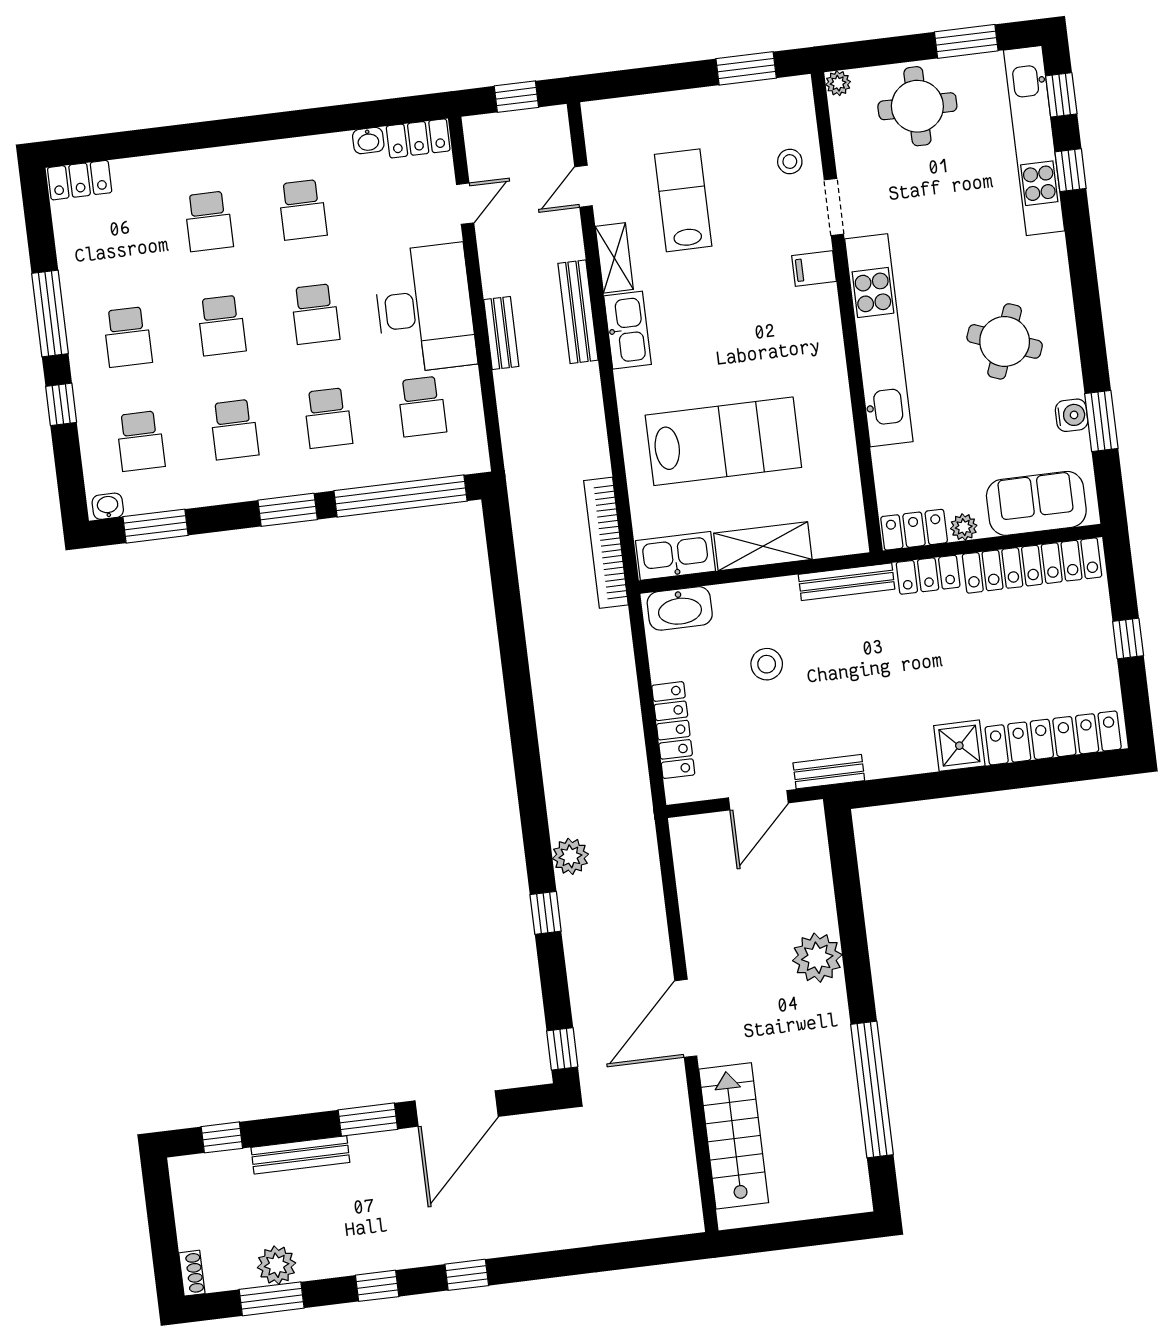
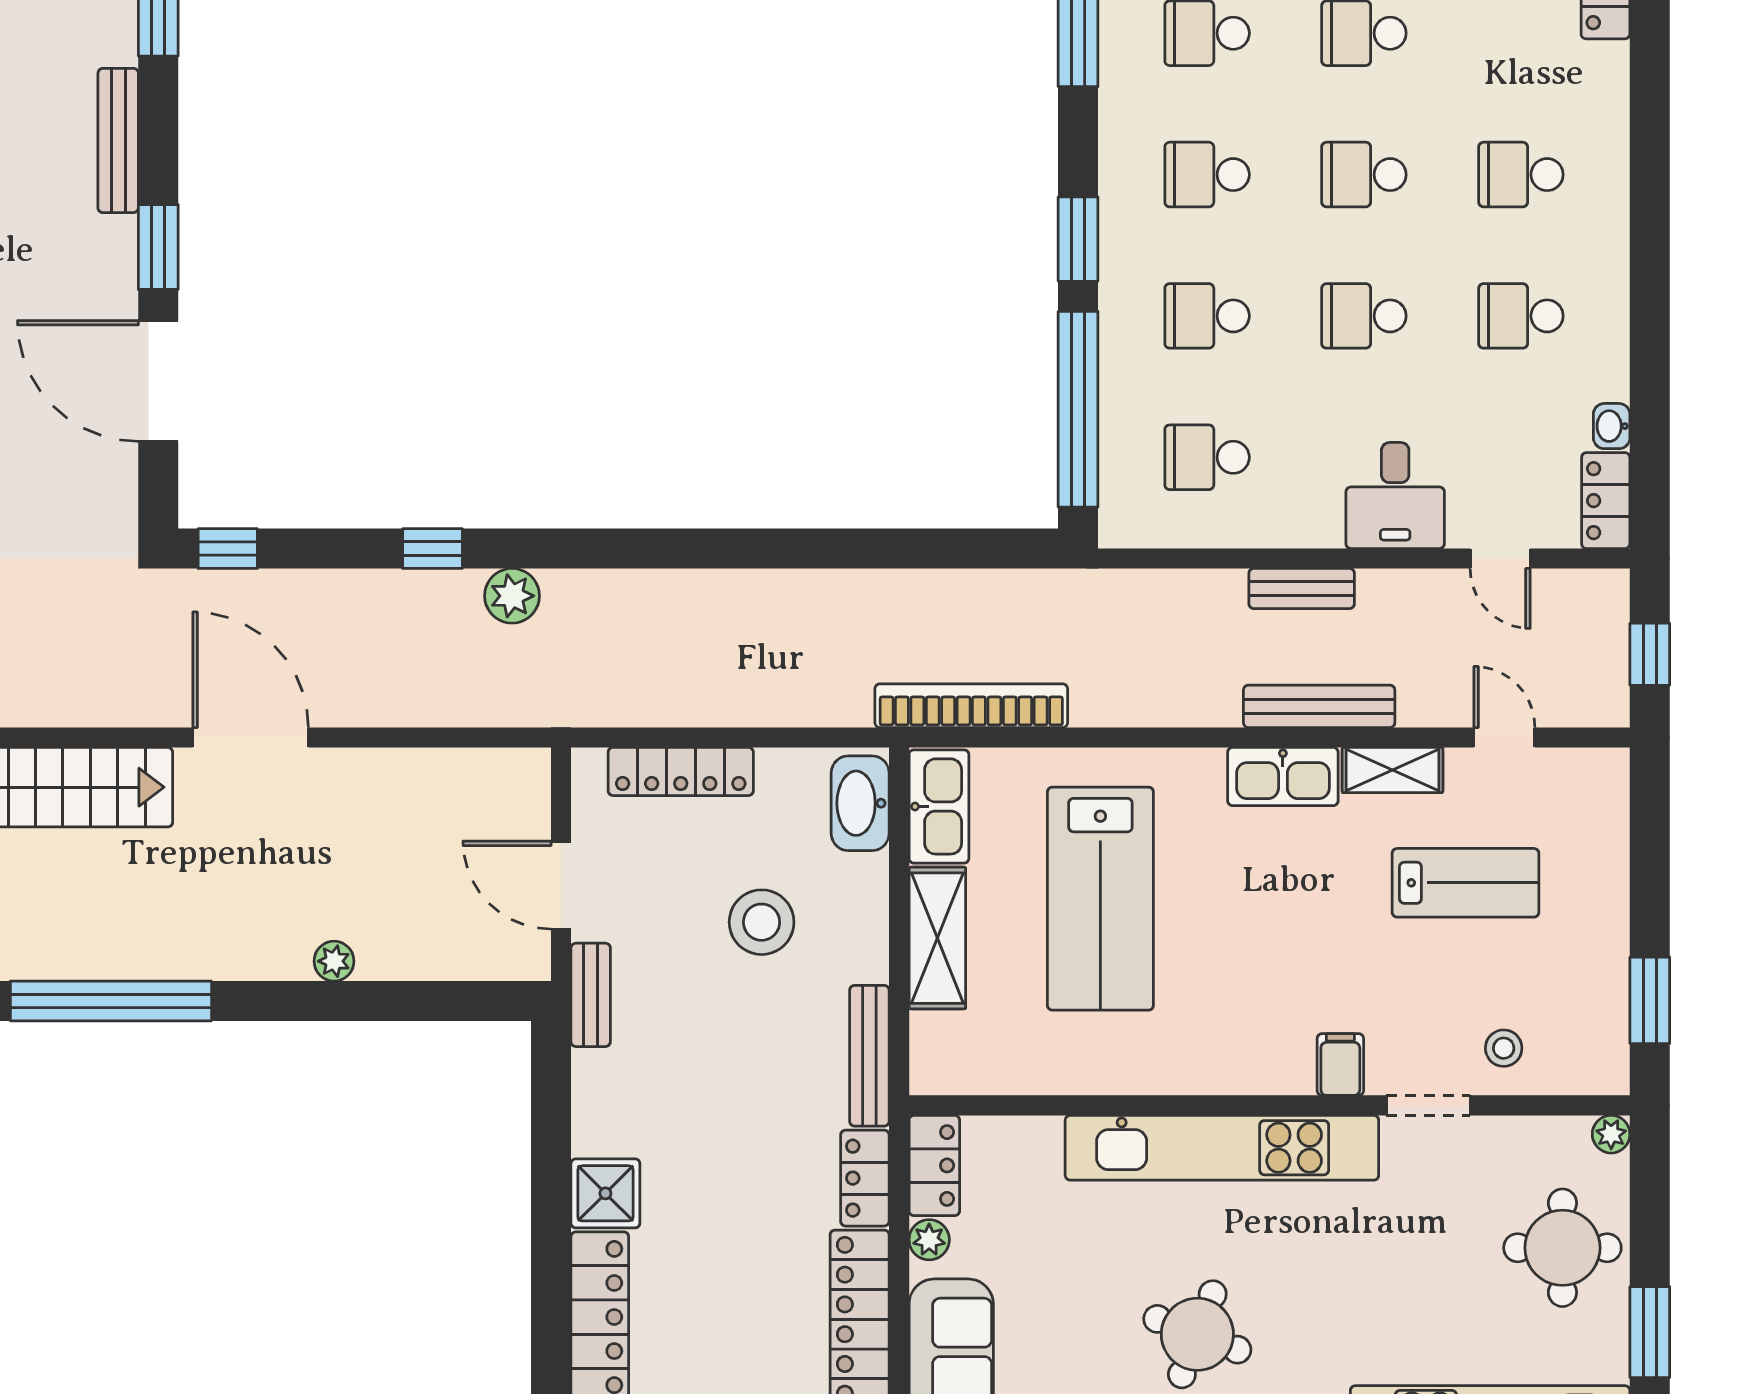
desk: (425, 308) -> (1395, 495), width x0.53, depth x0.77
stool: (767, 664) -> (762, 922), width x1.38, depth x1.38
plant: (817, 958) -> (334, 961), width x0.53, depth x0.53

